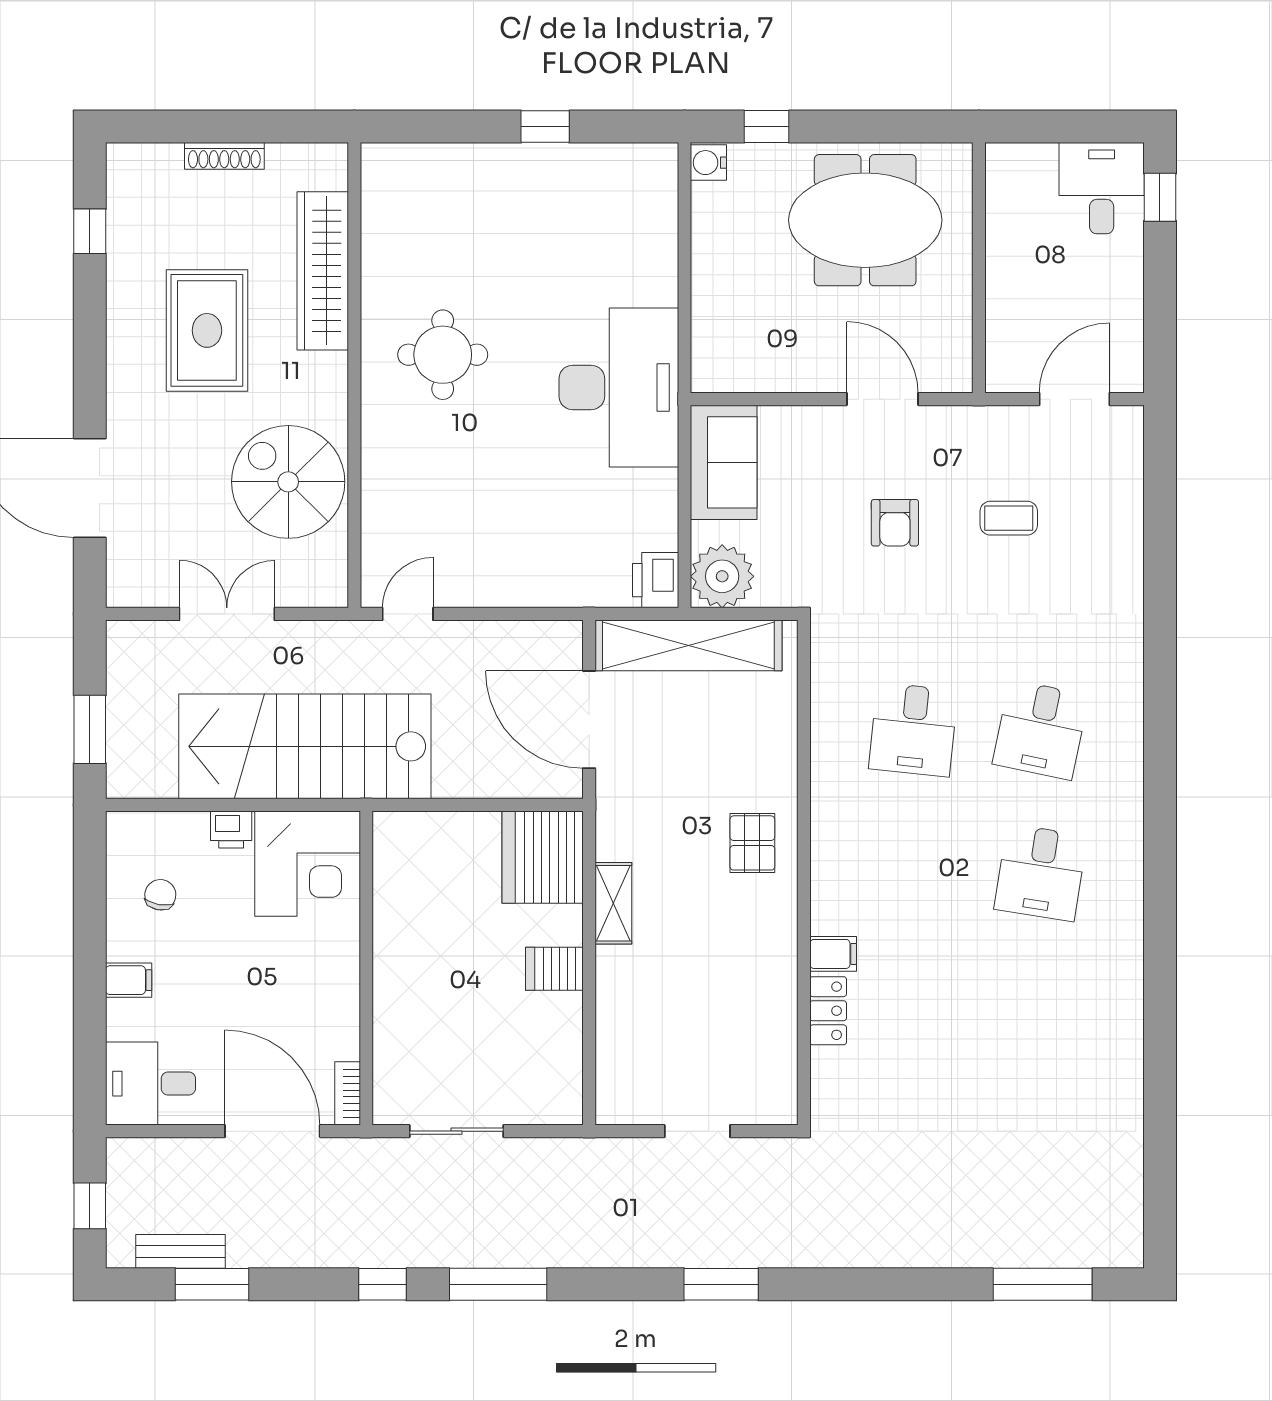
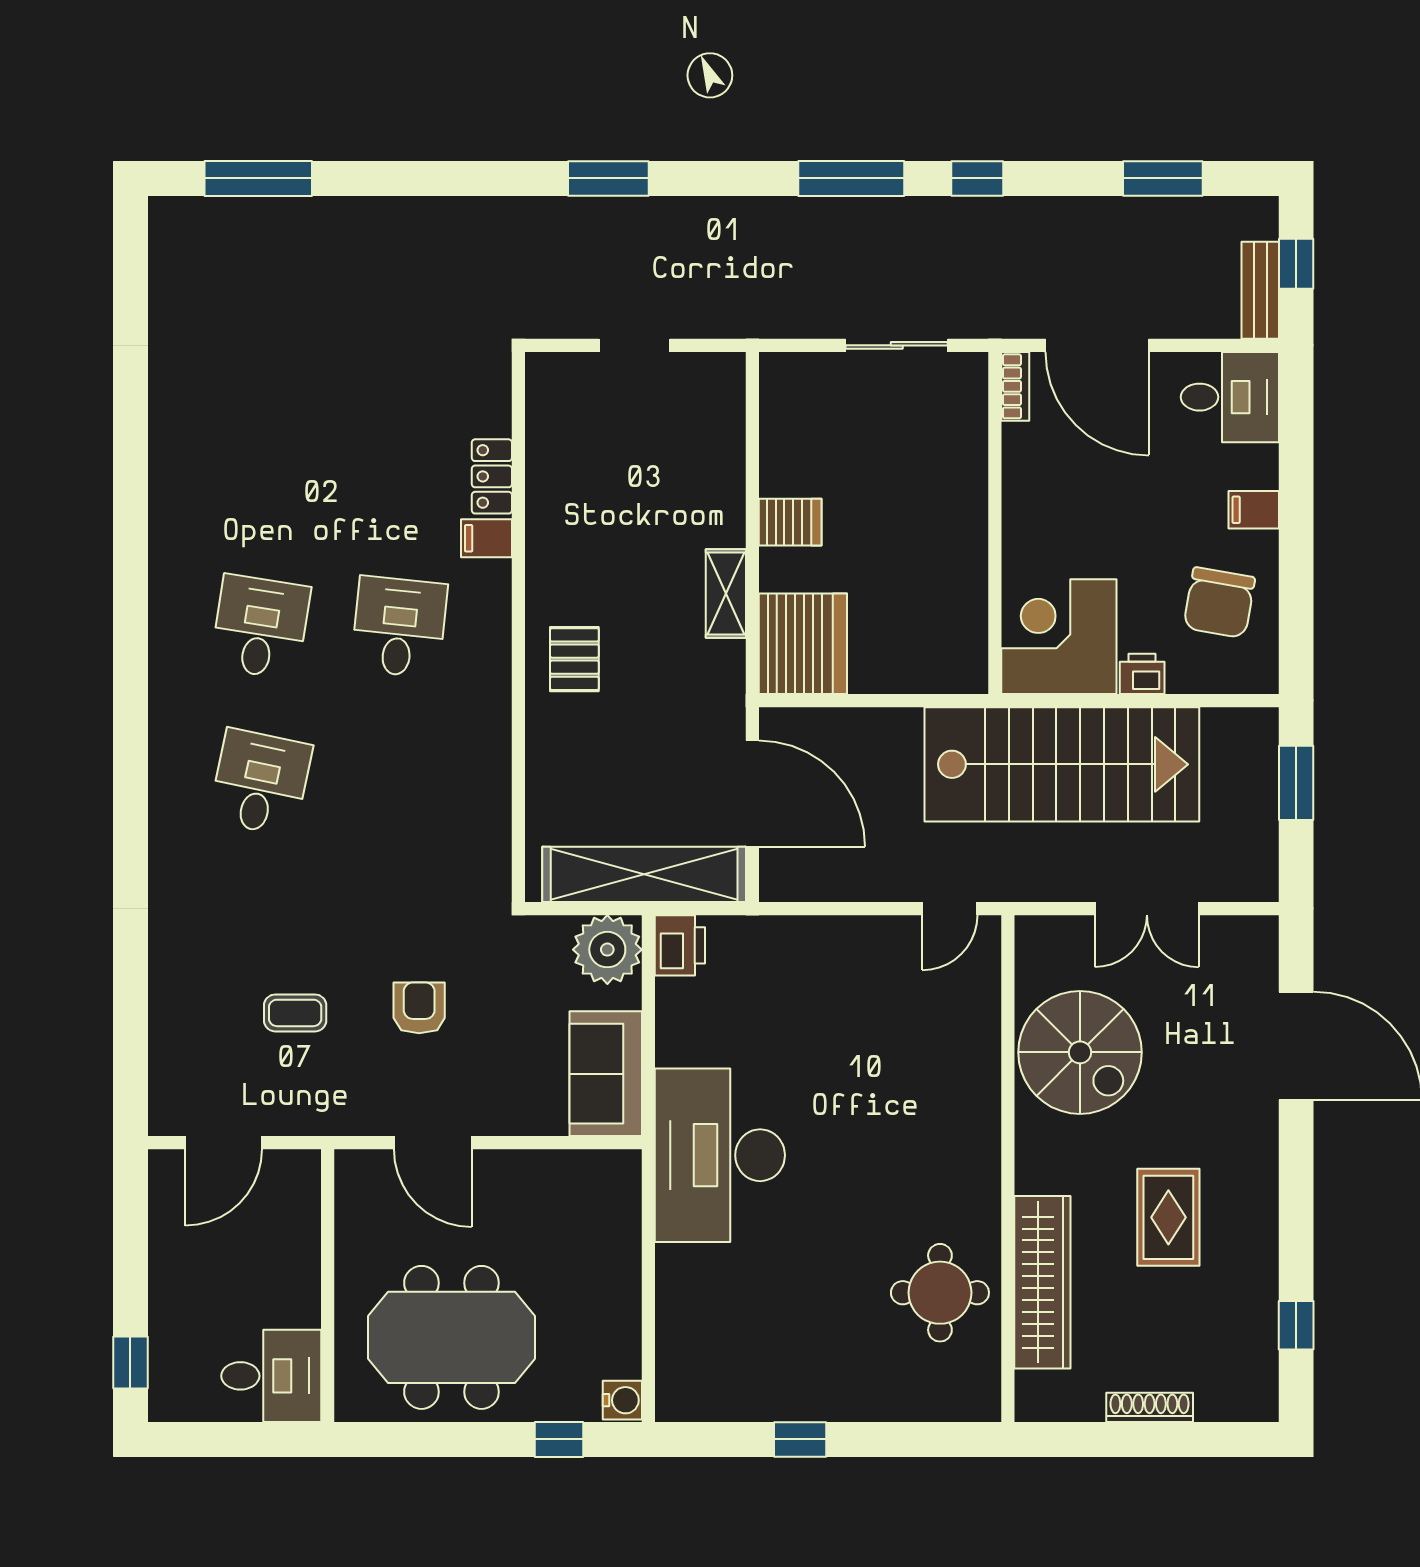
desk: (1102, 188) -> (271, 1376), moved, turned -90
rug: (207, 330) -> (1168, 1217), width x0.73, depth x0.70
round table: (443, 355) -> (940, 1293), moved
desk: (913, 730) -> (399, 627), moved
chair: (160, 895) -> (1219, 603), width x1.87, depth x1.87
bench: (181, 1251) -> (1260, 290), moved, turned 90

